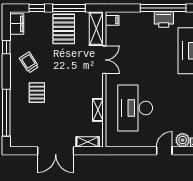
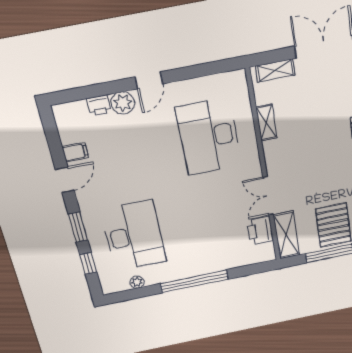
printer: (164, 19) -> (260, 231), moved, turned -90
filing cabinet: (112, 20) -> (265, 250), removed
desk: (135, 108) -> (209, 137), turned 180

